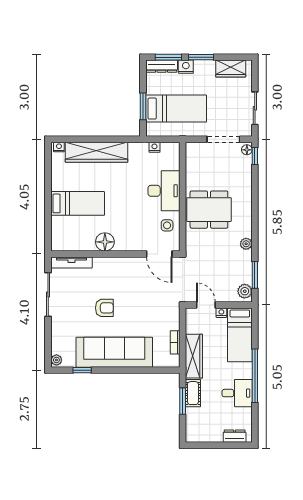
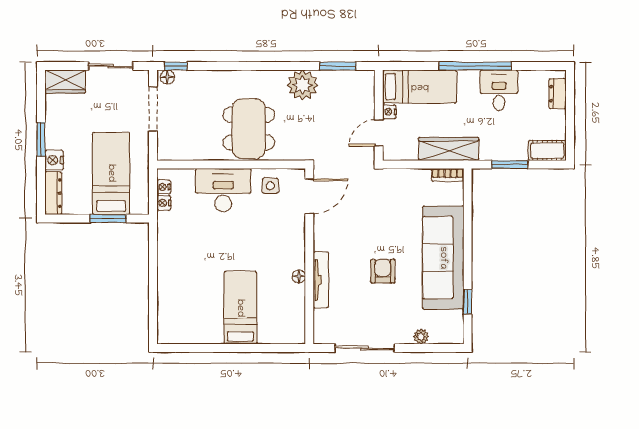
window: (168, 57) -> (41, 184), removed
wardrobe: (231, 69) -> (65, 82), moved, turned 90
nightstand: (59, 147) -> (164, 187), moved
wardrobe: (96, 152) -> (171, 282), removed
floor lamp: (105, 242) -> (299, 276), width x0.53, depth x0.53
plant: (246, 244) -> (303, 85), width x1.88, depth x1.88
tv unit: (72, 262) -> (321, 280), moved
plant: (245, 291) -> (360, 80), removed
bookcase: (175, 342) -> (448, 175), moved
plant: (56, 360) -> (421, 337), moved
cot: (193, 393) -> (547, 150), moved

